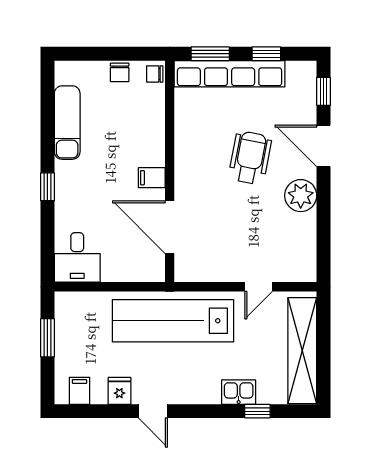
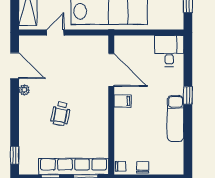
exam couch: (67, 123) -> (176, 119), moved
door: (324, 146) -> (15, 66), moved
wheelchair: (250, 158) -> (61, 114), width x0.73, depth x0.73
plant: (301, 196) -> (24, 90), width x0.53, depth x0.53

